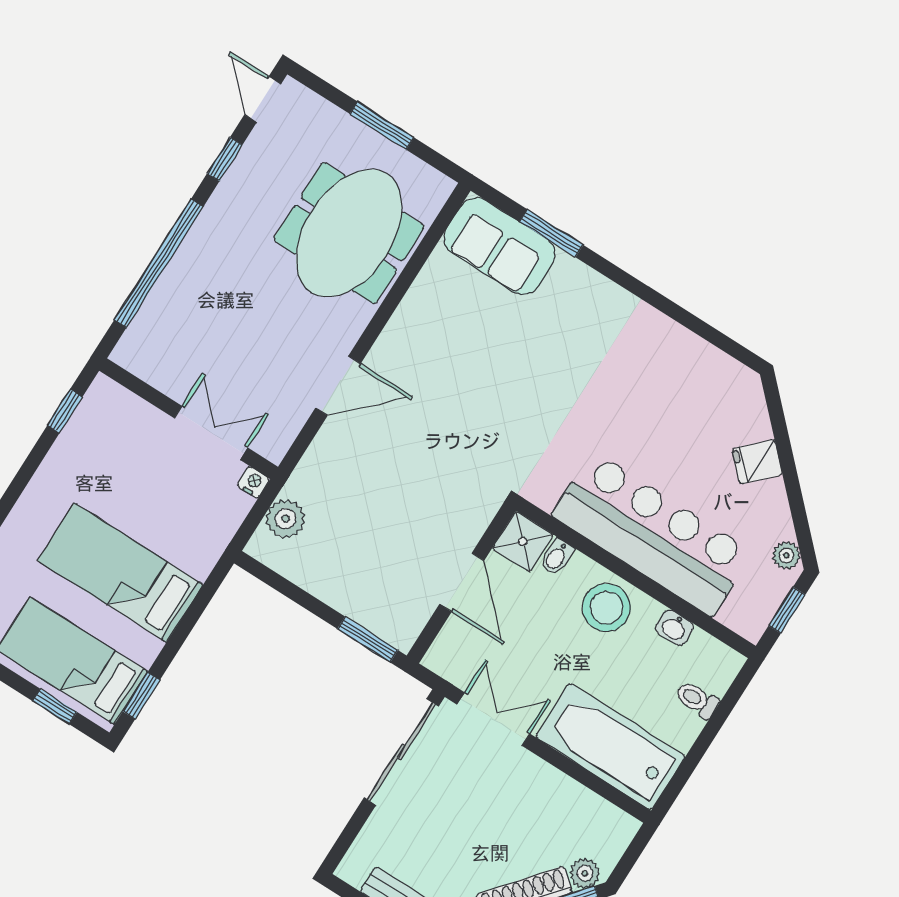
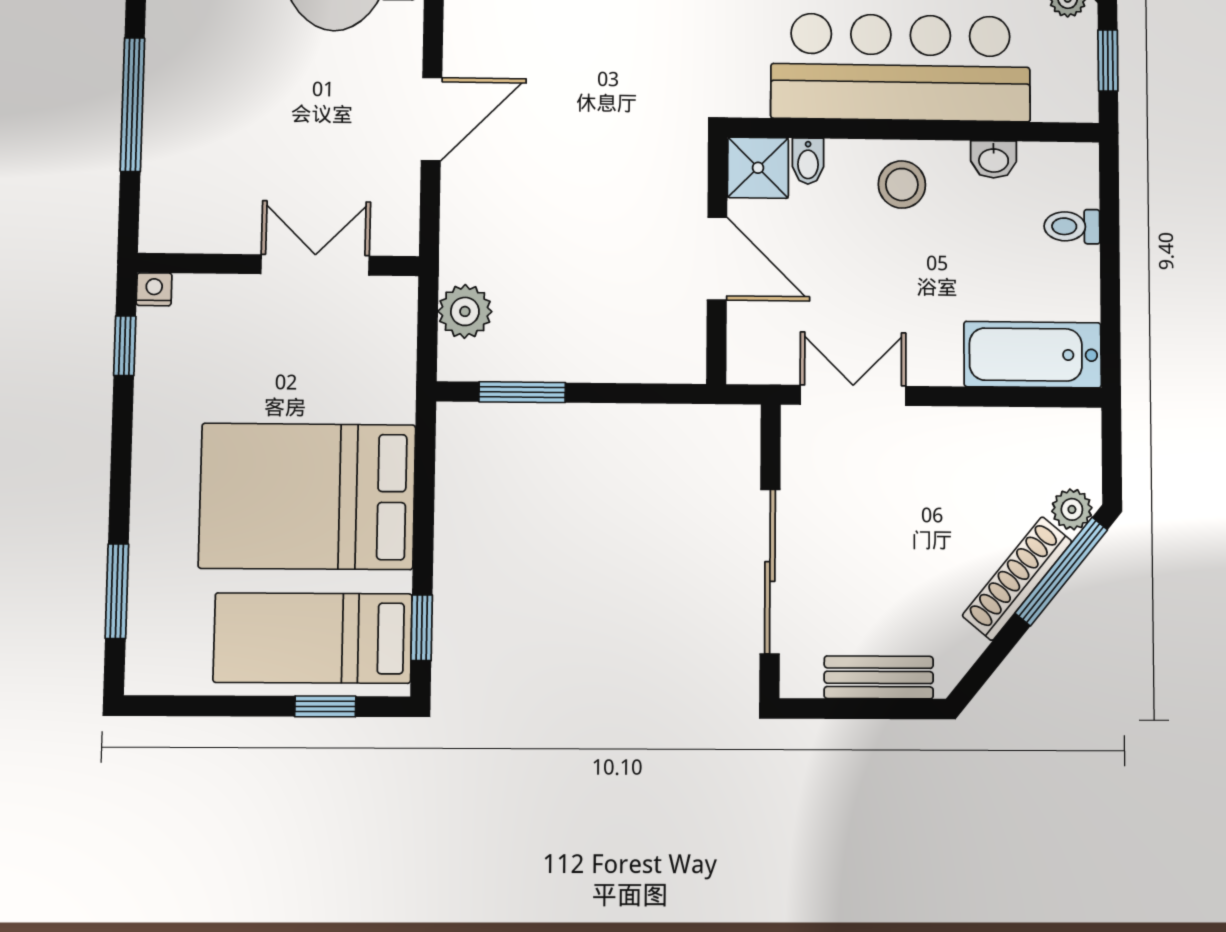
window: (159, 263) -> (132, 105), width x0.68
nightstand: (253, 482) -> (154, 289), moved
bed: (120, 573) -> (307, 496), width x1.50
stool: (606, 608) -> (902, 185), width x0.73, depth x0.73
window: (368, 639) -> (522, 392), moved
bathtub: (610, 746) -> (1033, 355), width x0.73, depth x0.73
sliding door: (401, 752) -> (770, 571), moved

